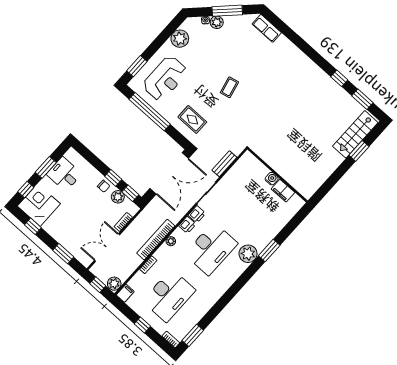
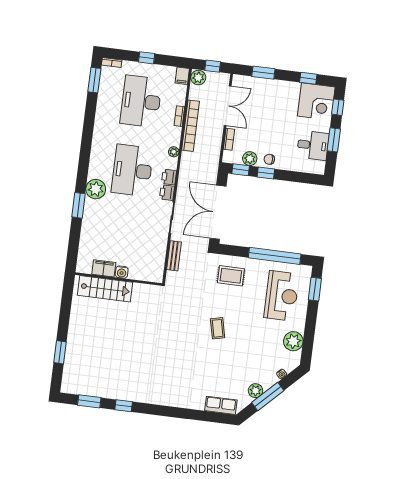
plant: (217, 22) -> (255, 391), moved
reception desk: (165, 78) -> (282, 296), turned 180
stairs: (355, 134) -> (105, 289), moved, turned 90
bookcase: (156, 240) -> (191, 126), moved

